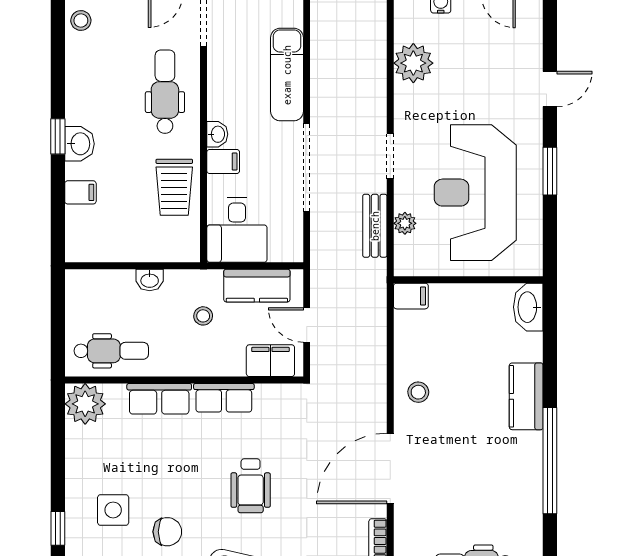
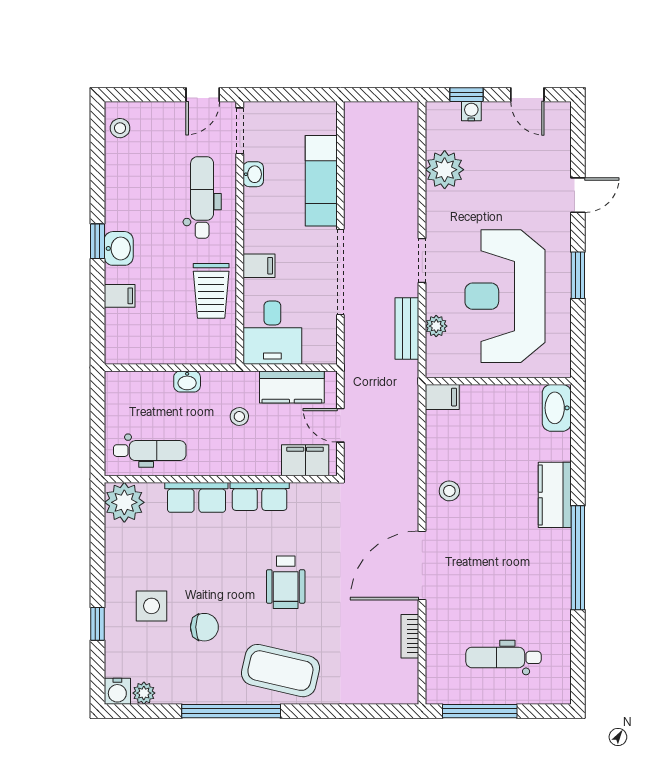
washbasin: (217, 134) -> (253, 174), moved

